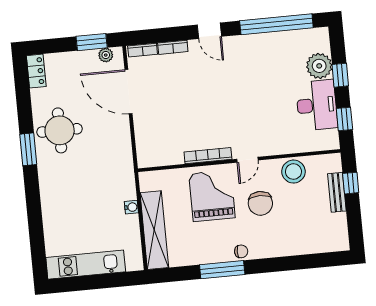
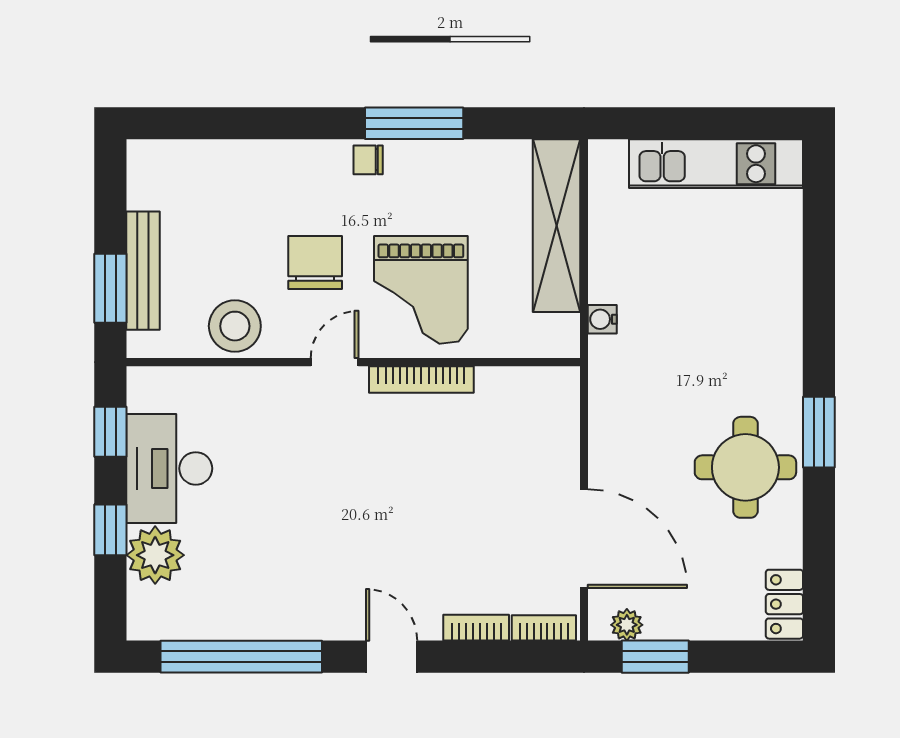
window: (351, 183) -> (110, 288), width x1.50
bench: (337, 192) -> (143, 271), width x1.36
water cooler: (131, 207) -> (602, 319), moved

